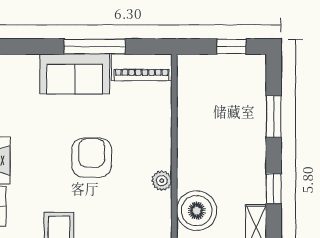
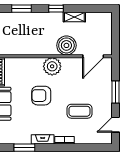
plant: (162, 181) -> (52, 66), width x1.87, depth x1.87

